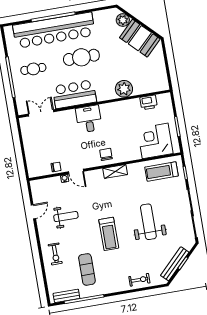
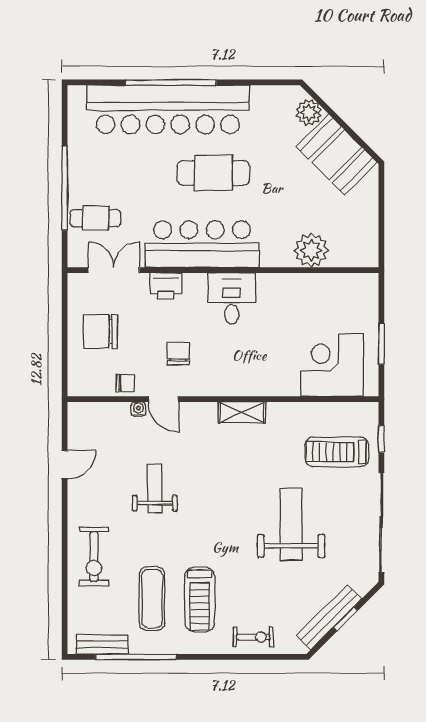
cafe table: (33, 69) -> (95, 218), moved
plant: (124, 89) -> (311, 250), moved
bar counter: (74, 94) -> (202, 244), width x1.36
printer: (149, 102) -> (166, 286), moved
desk: (89, 119) -> (232, 298), moved
chair: (40, 144) -> (101, 332), added
chair: (106, 154) -> (178, 353), moved
treadmill: (162, 171) -> (337, 452), moved
weight bench: (66, 217) -> (155, 488), moved, turned -90
treadmill: (109, 234) -> (200, 599), moved
exercise bike: (55, 254) -> (94, 557), width x1.38, depth x1.39

